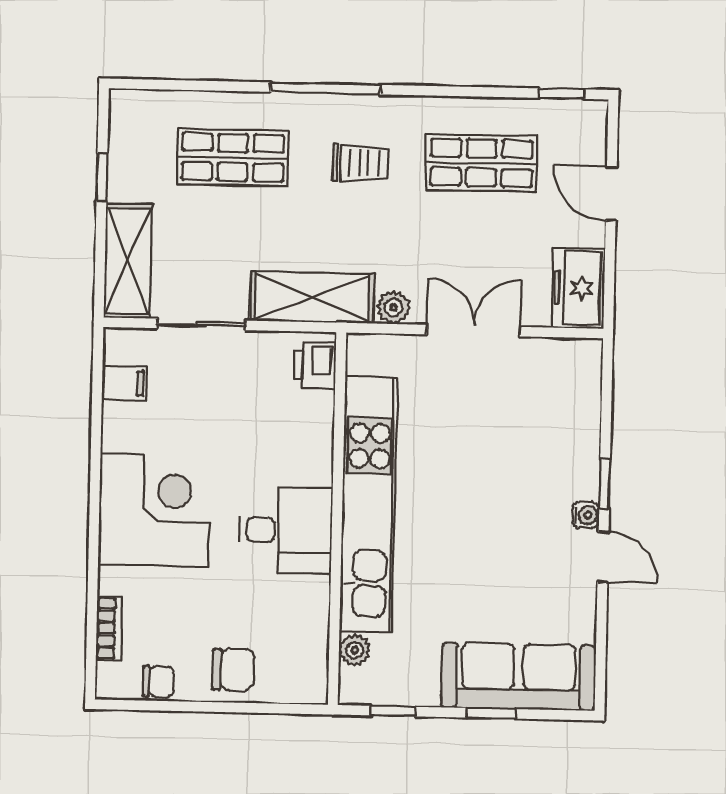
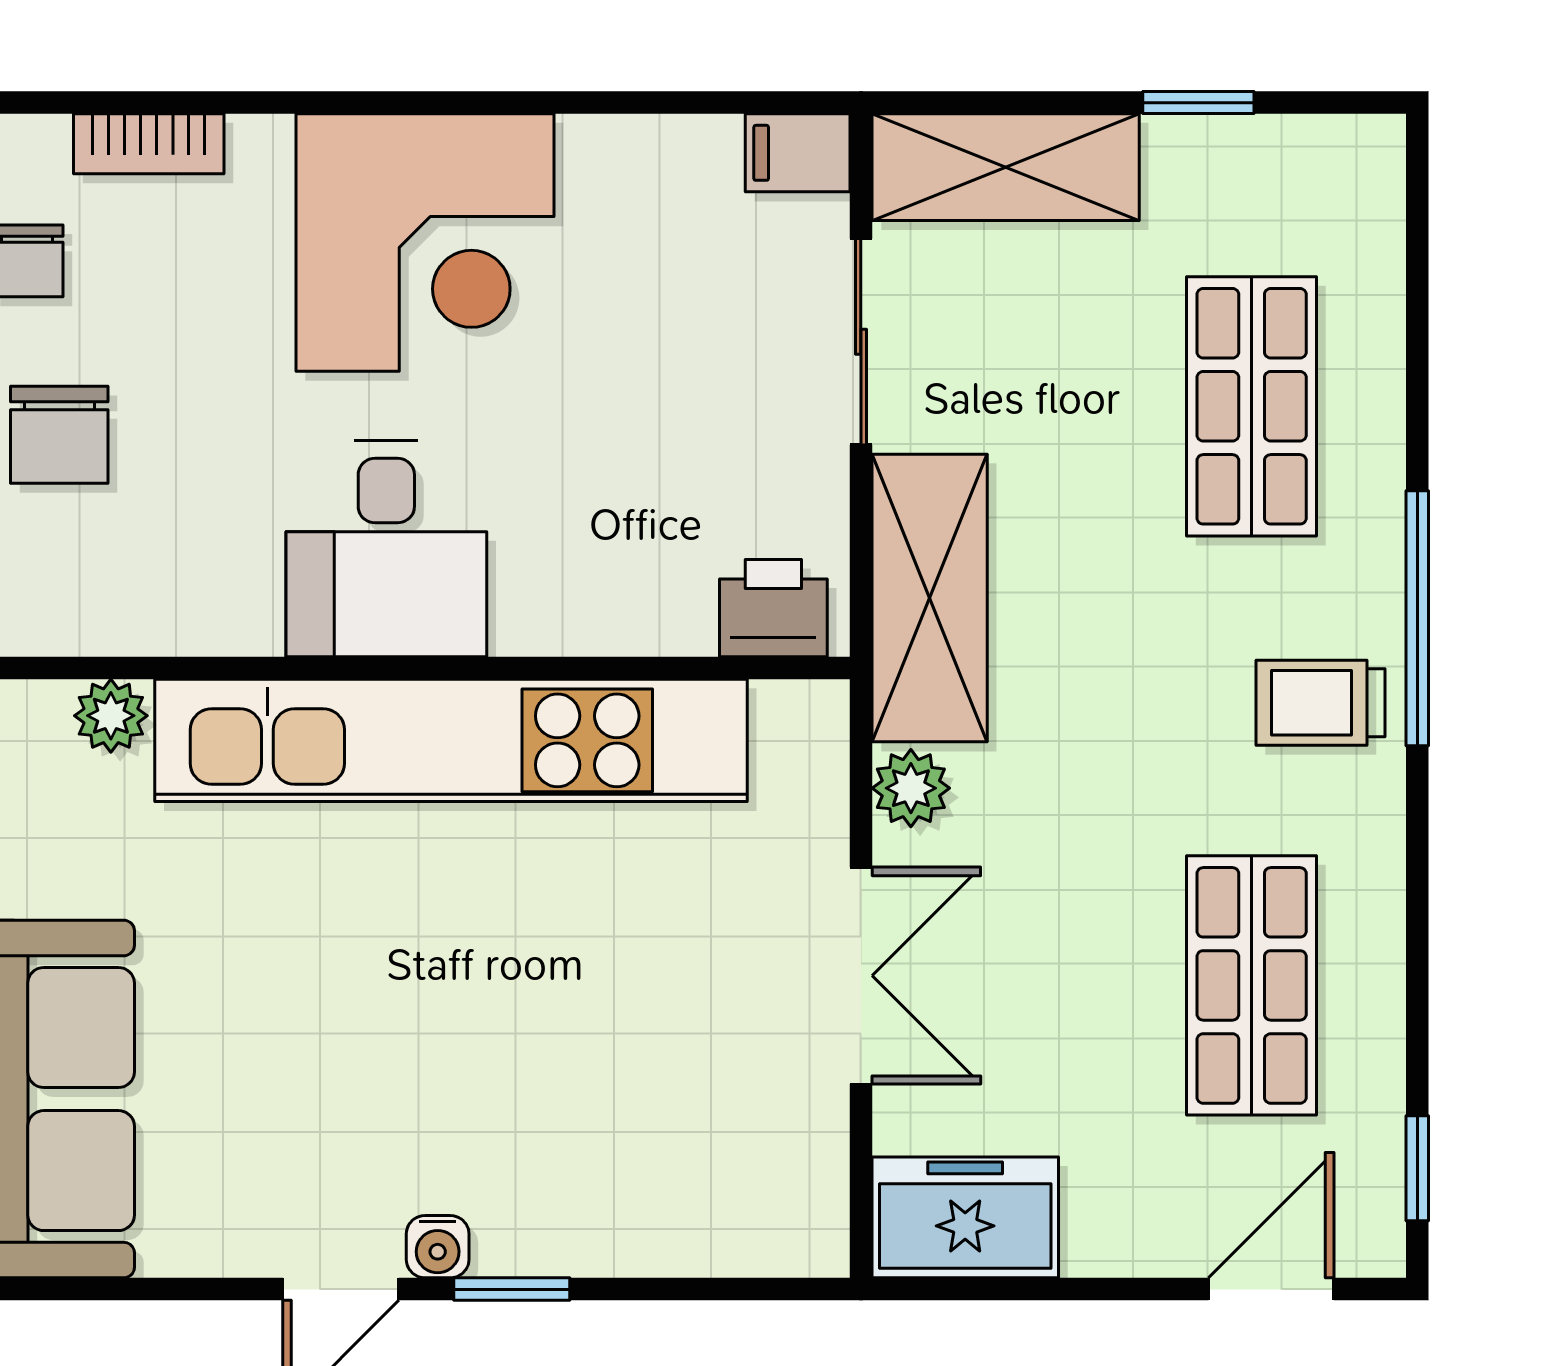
trolley: (361, 163) -> (1320, 703), moved, turned 90
door: (611, 193) -> (1271, 1289), moved
filing cabinet: (124, 383) -> (798, 153), moved, turned 90

